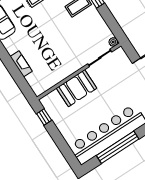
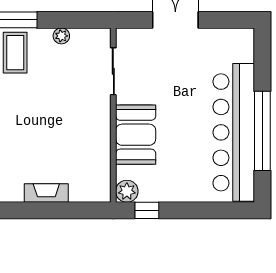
plant: (113, 42) -> (61, 36), moved
plant: (47, 102) -> (127, 191), added

